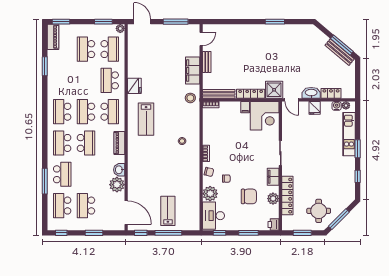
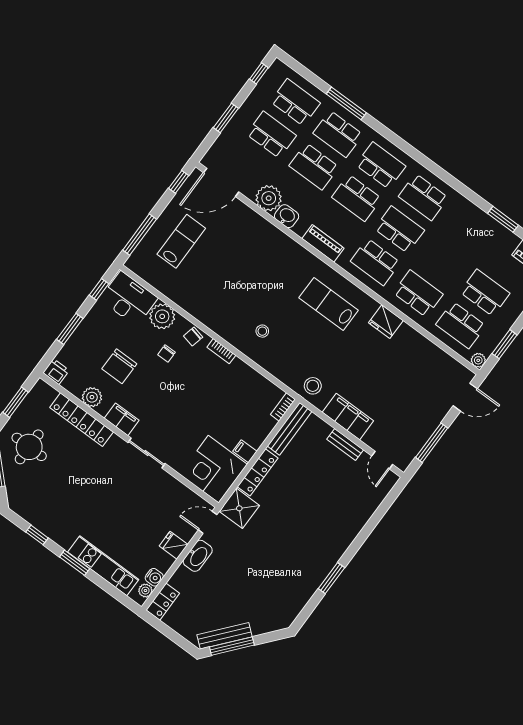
locker: (331, 93) -> (163, 602), moved
school desk: (62, 112) -> (423, 197), turned 180
school desk: (86, 174) -> (314, 166), added
lab bench: (168, 211) -> (181, 241), turned -90
window: (168, 233) -> (140, 235), moved

